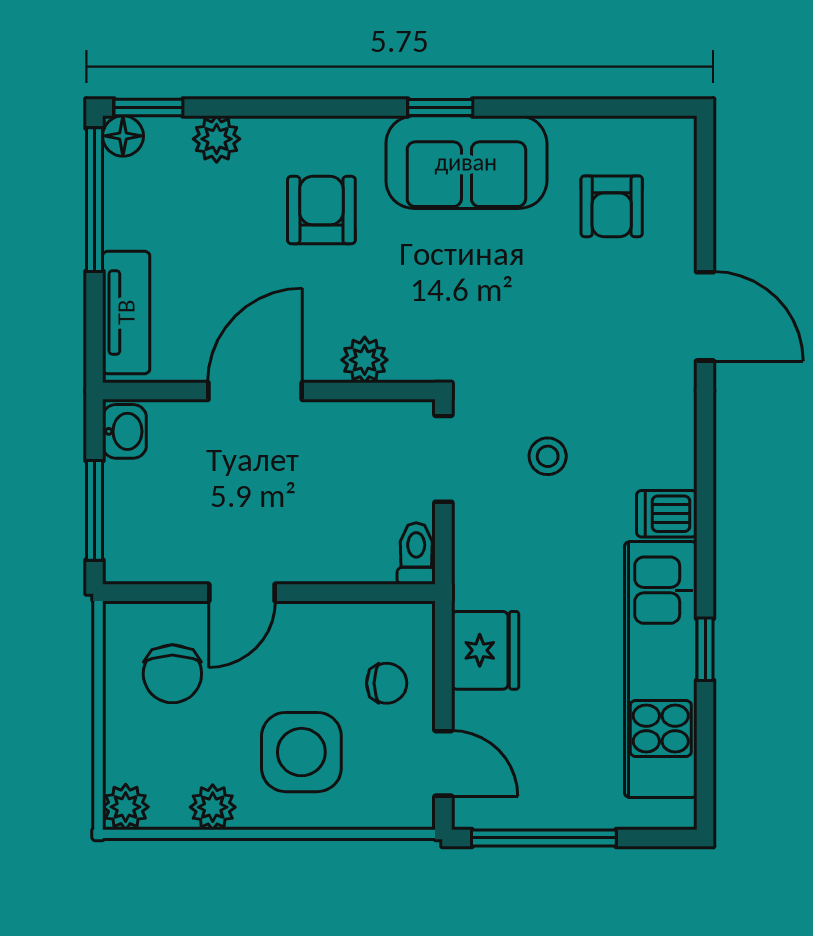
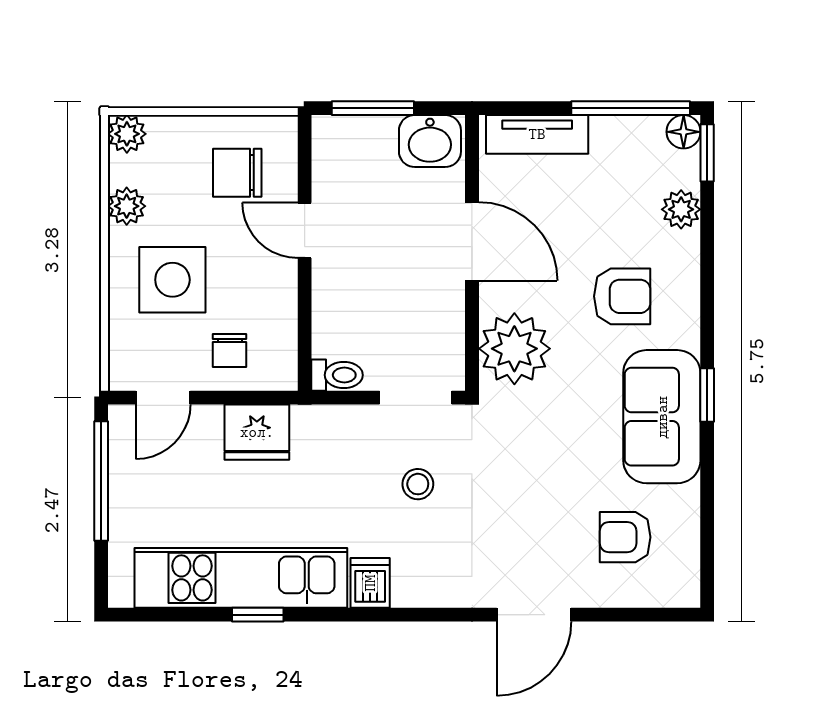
plant: (365, 360) -> (514, 349), width x1.88, depth x1.88
washbasin: (124, 431) -> (430, 141), width x1.38, depth x1.45

